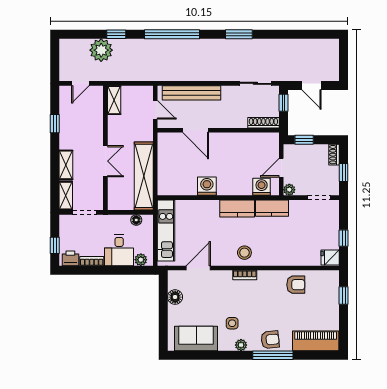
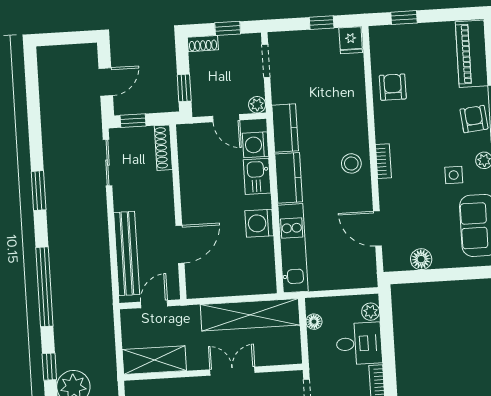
shelving: (114, 100) -> (154, 360), width x1.50, depth x1.33
kitchen sink: (240, 187) -> (257, 176), added
kitchen unit: (166, 231) -> (293, 248), moved, turned 90

